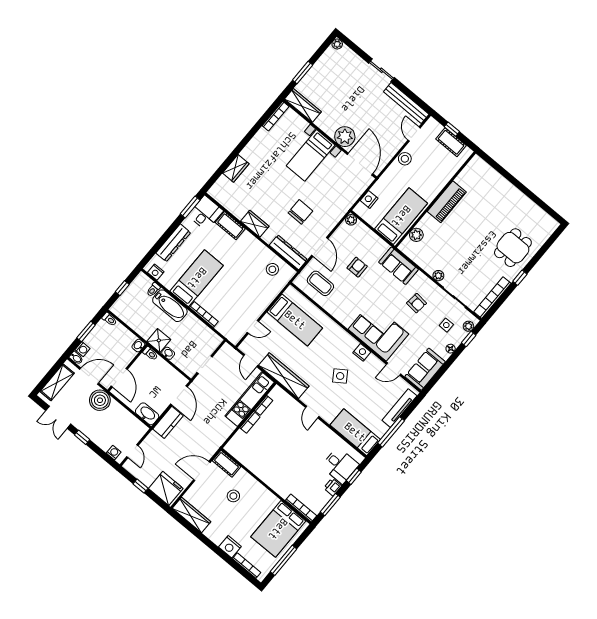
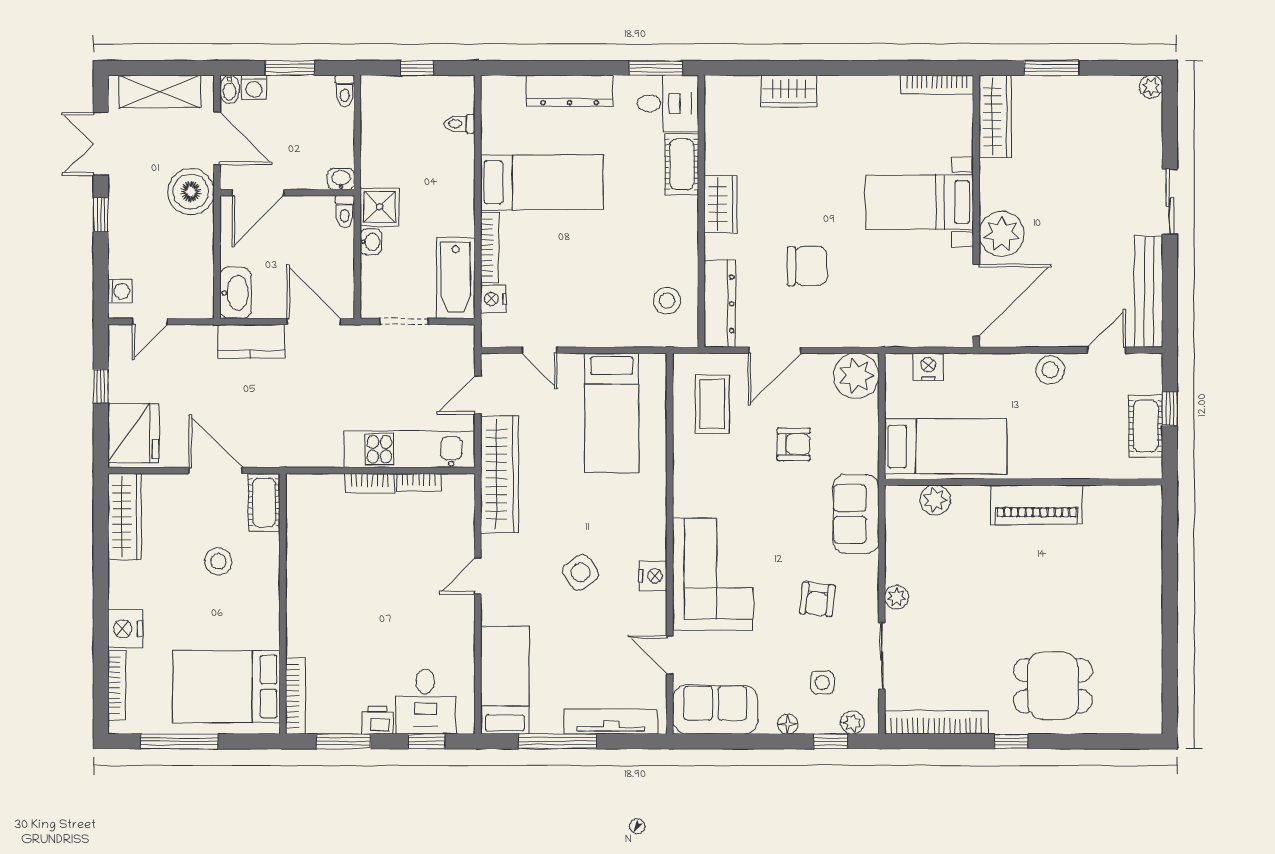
plant: (351, 220) -> (856, 376), width x1.88, depth x1.88
nightstand: (156, 272) -> (493, 299), moved
bathtub: (170, 306) -> (456, 278), moved
door: (179, 395) -> (314, 322), swing flipped

